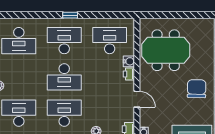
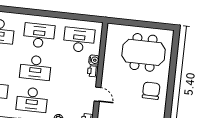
window: (70, 15) -> (47, 14), removed
meeting table: (166, 50) -> (144, 52), moved
desk: (64, 113) -> (32, 100), turned 180

